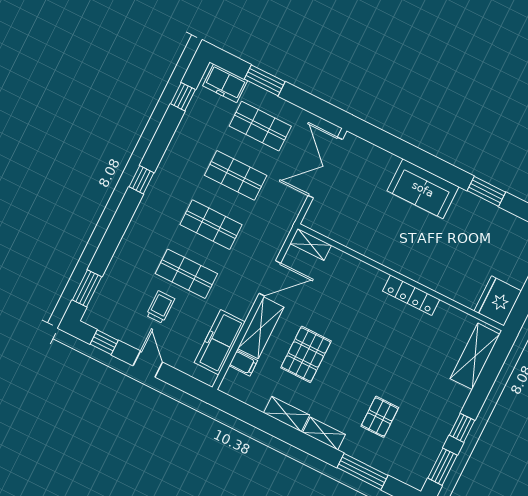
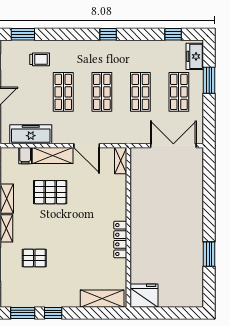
sofa: (423, 189) -> (191, 213), removed
trolley: (160, 307) -> (40, 59), moved

